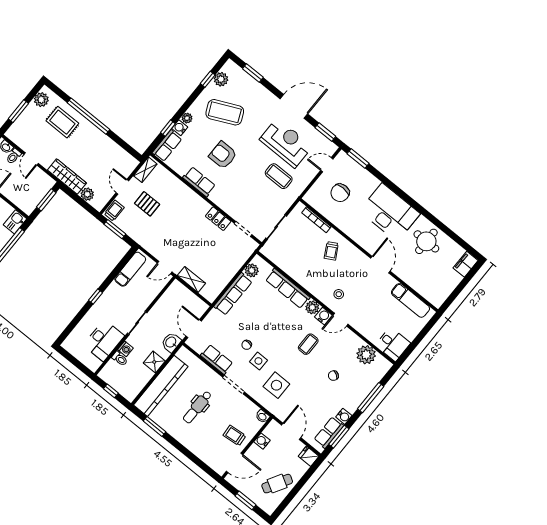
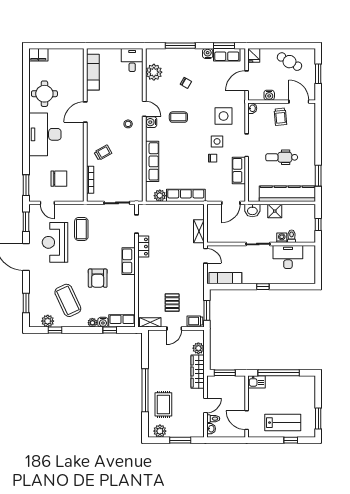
row of seats: (199, 182) -> (129, 261), moved
plant: (312, 307) -> (151, 134), removed
dental chair: (197, 407) -> (282, 157), turned 180

